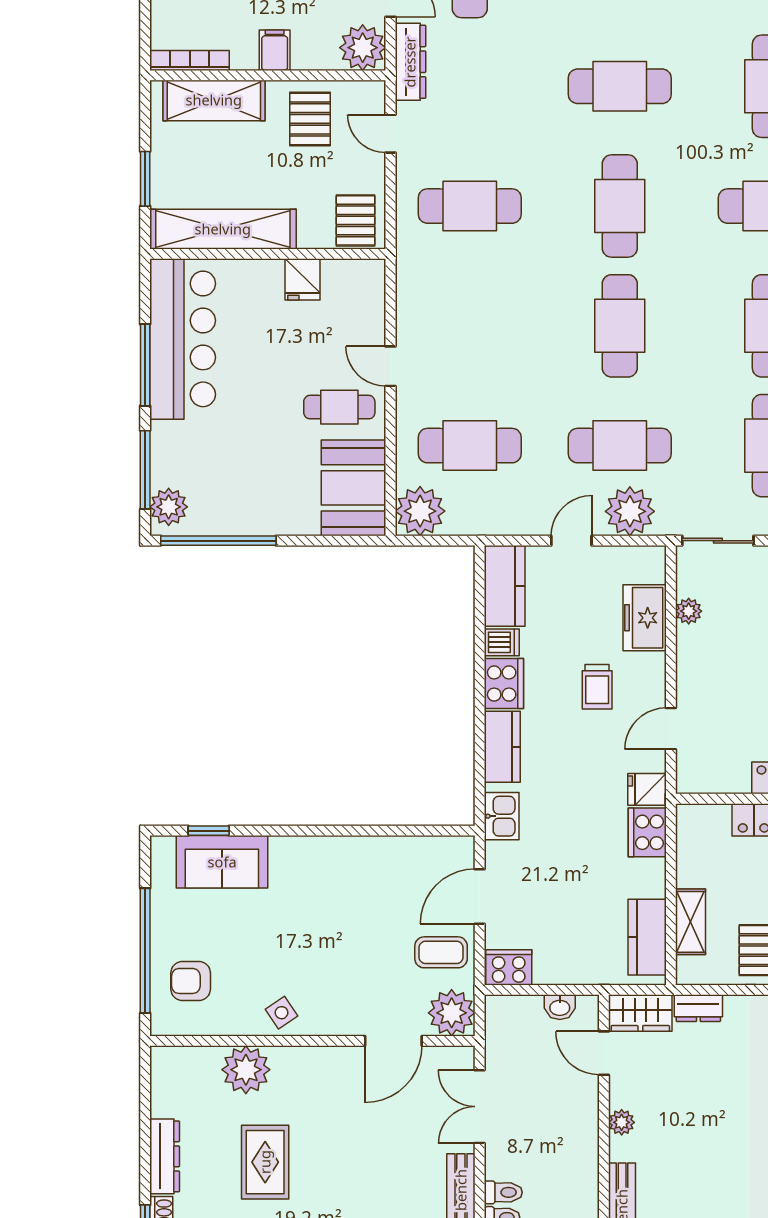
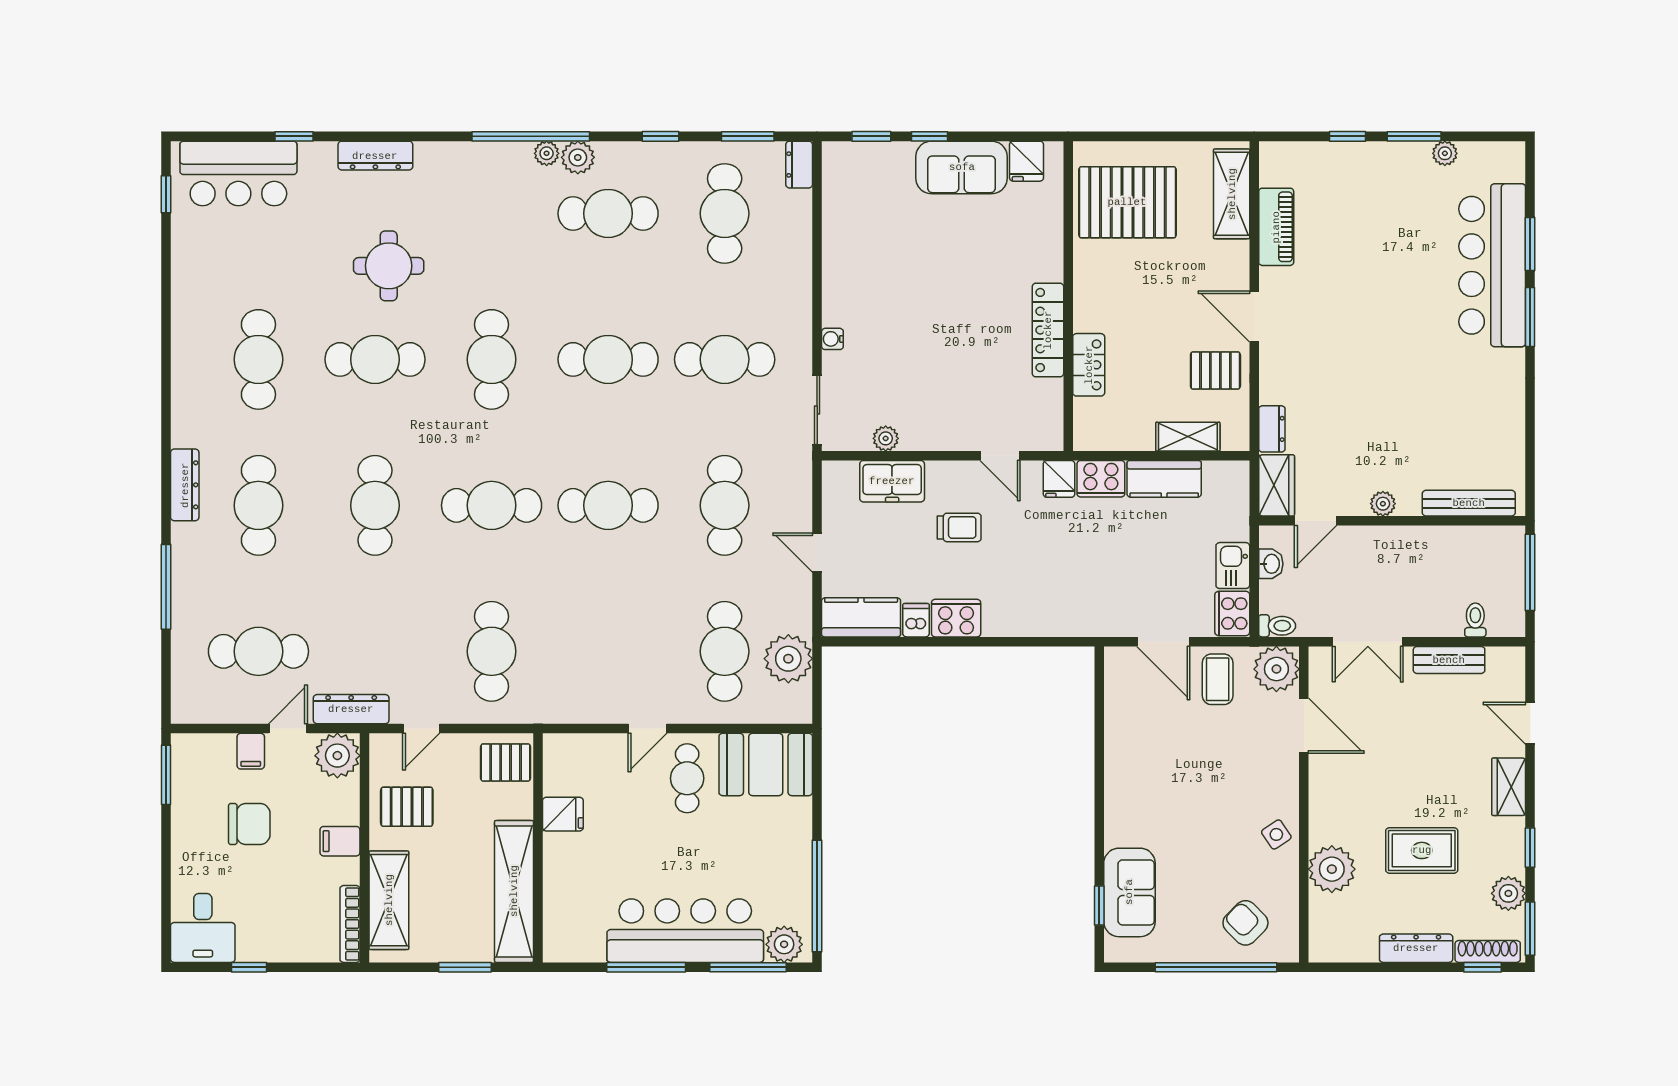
bar counter: (183, 339) -> (685, 931), moved
plant: (420, 511) -> (788, 659), moved
plant: (630, 511) -> (788, 496), removed
kitchen counter: (502, 747) -> (1018, 620), removed
kitchen sink: (502, 816) -> (1233, 566), moved, turned -90
kitchen counter: (647, 937) -> (1164, 479), moved
armchair: (191, 981) -> (1245, 923), turned 135
toilet: (503, 1192) -> (1277, 626), moved, turned 90

